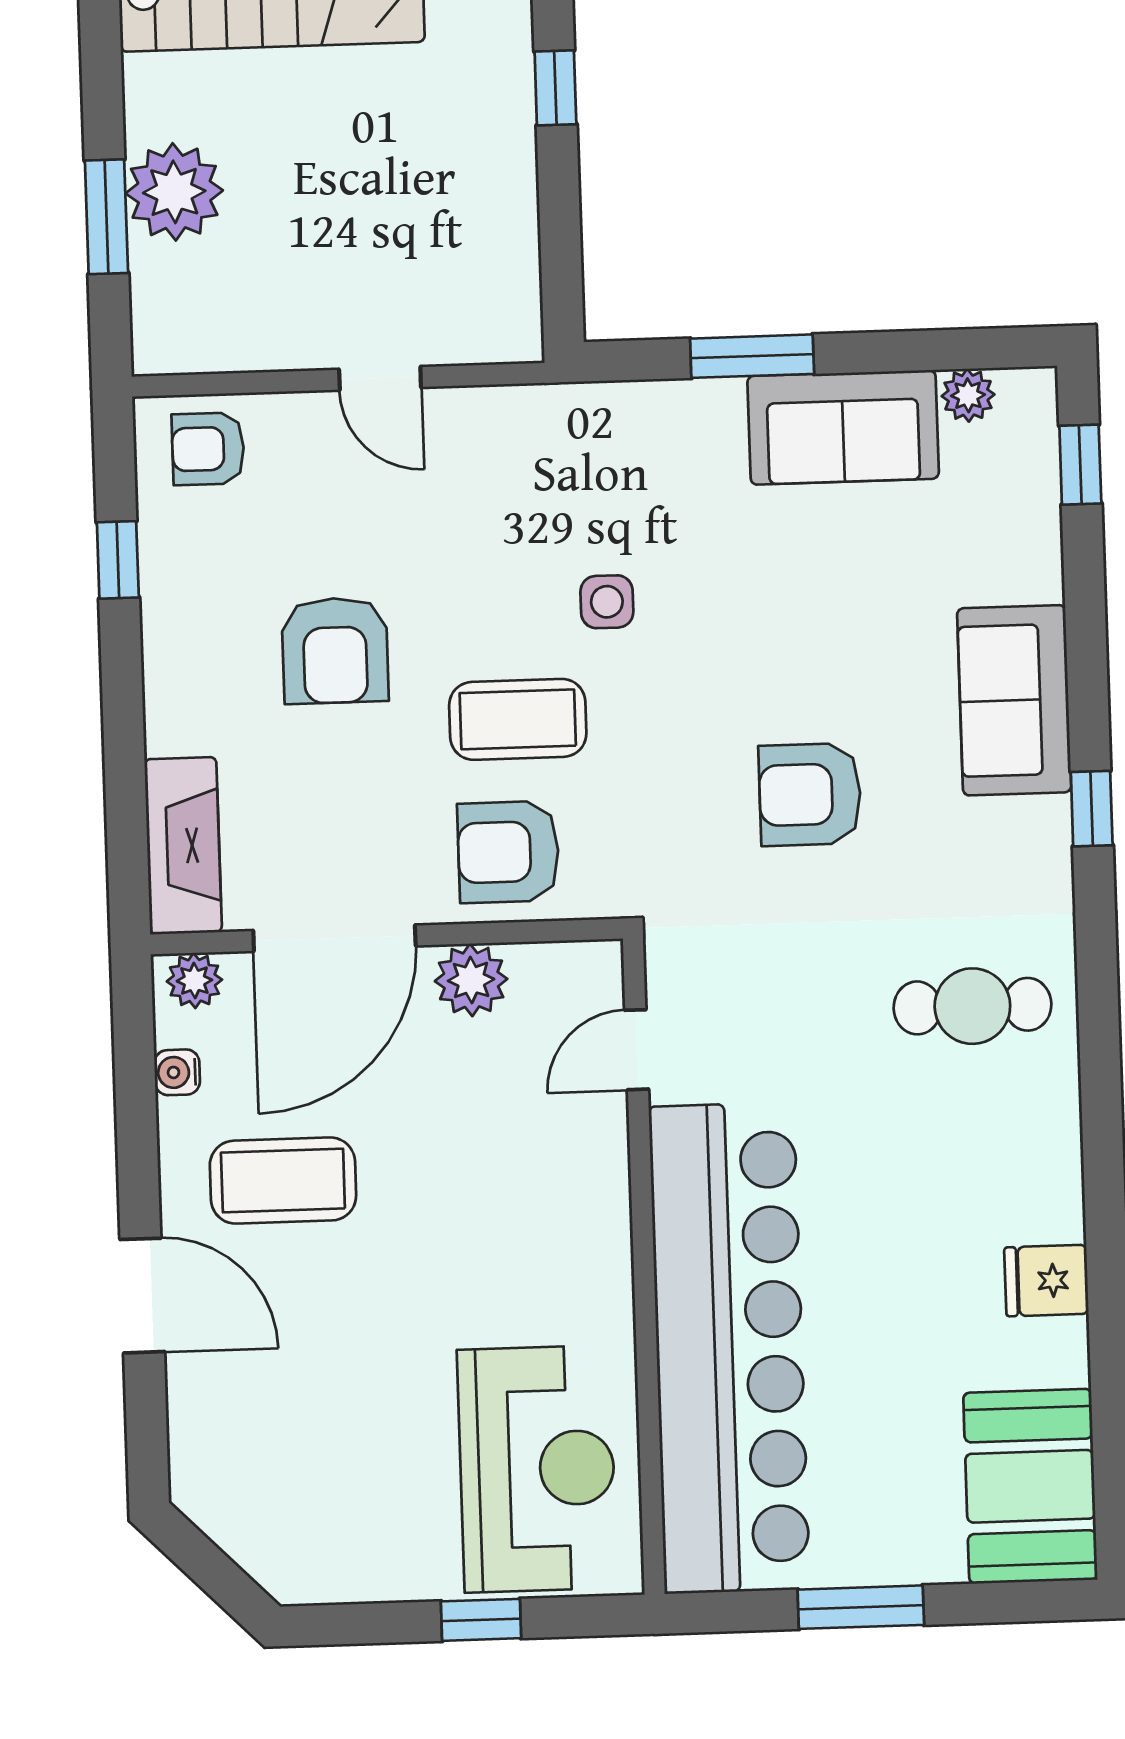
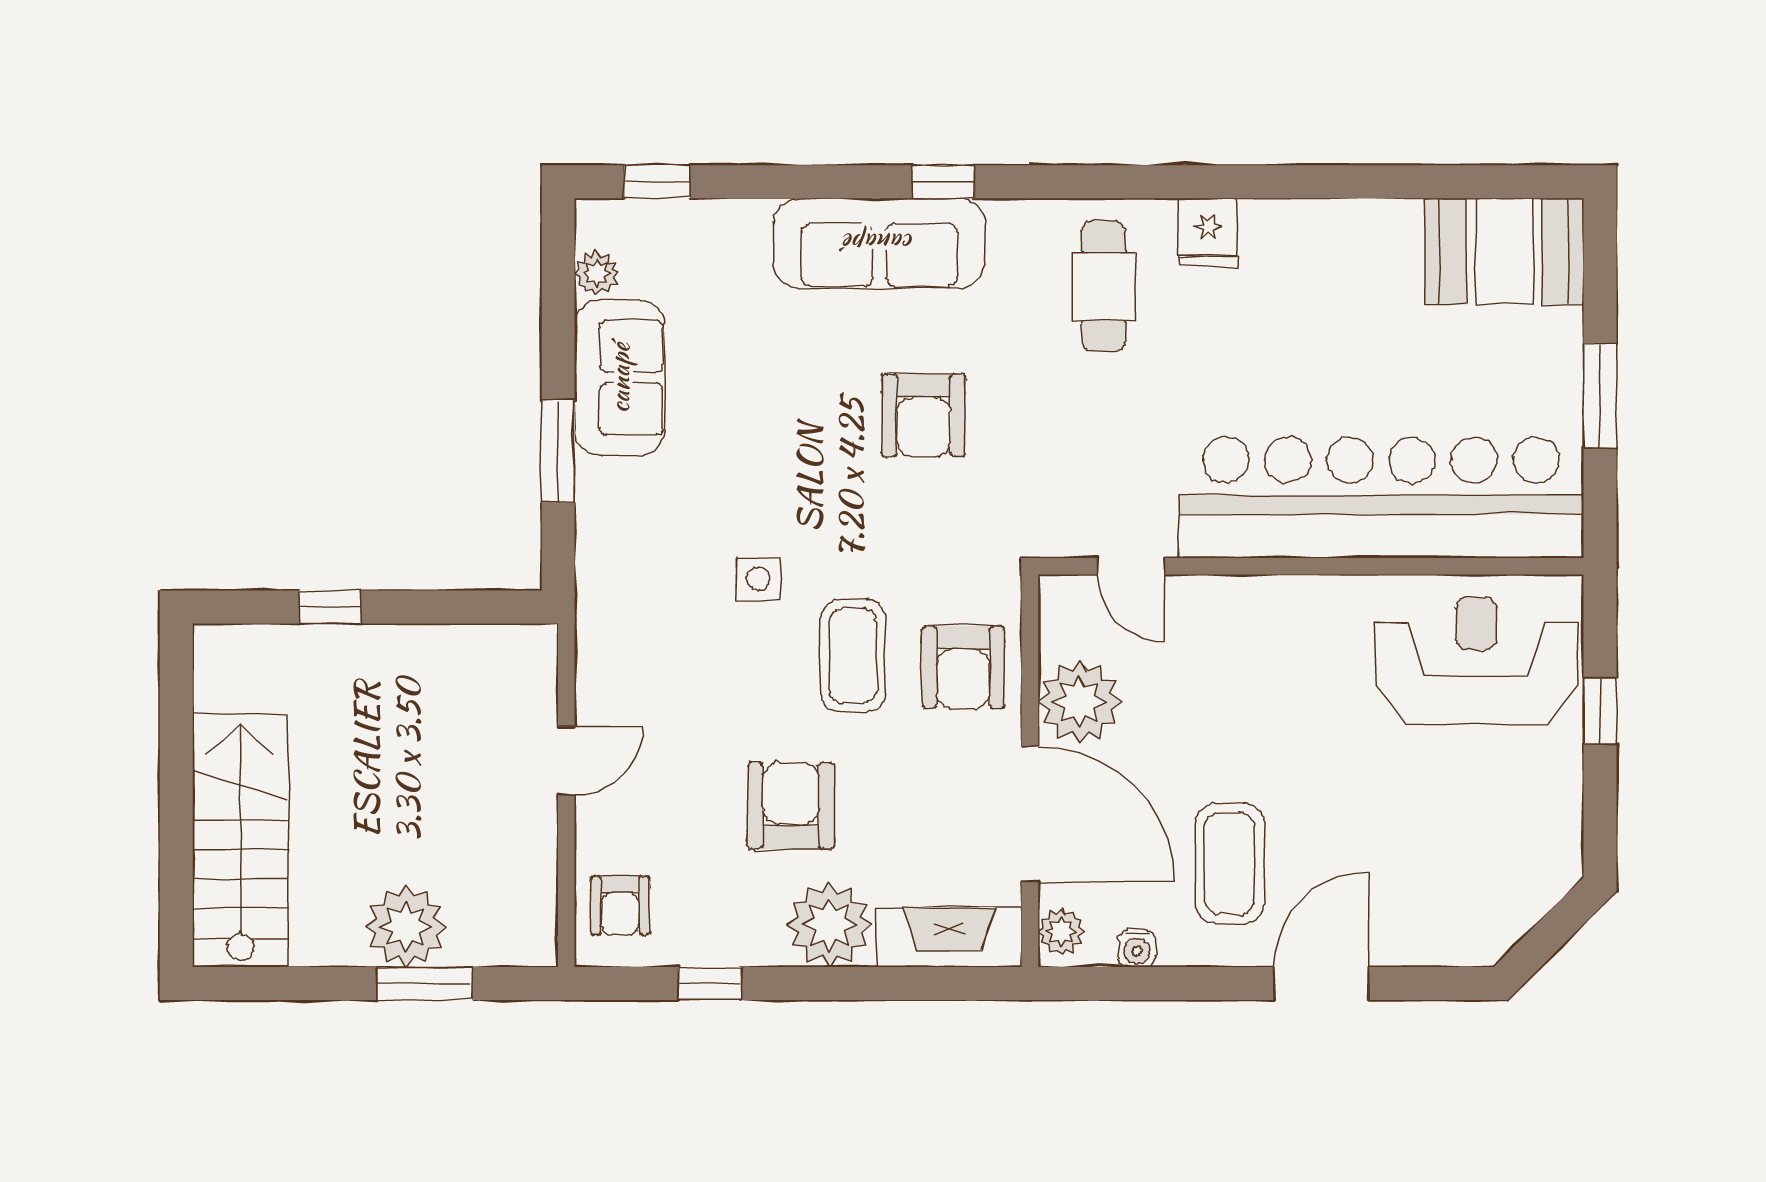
armchair: (335, 650) -> (791, 806), turned -90
sofa: (1014, 700) -> (879, 243), width x1.36
plant: (193, 701) -> (829, 925), added
plant: (471, 980) -> (1079, 702), width x1.36, depth x1.36
fridge: (1046, 1281) -> (1208, 232), moved

